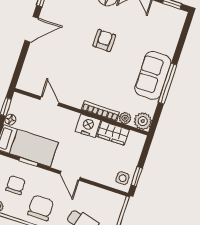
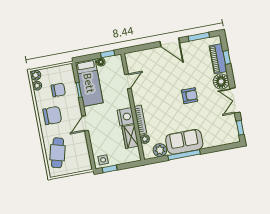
plant: (143, 121) -> (160, 150), moved

